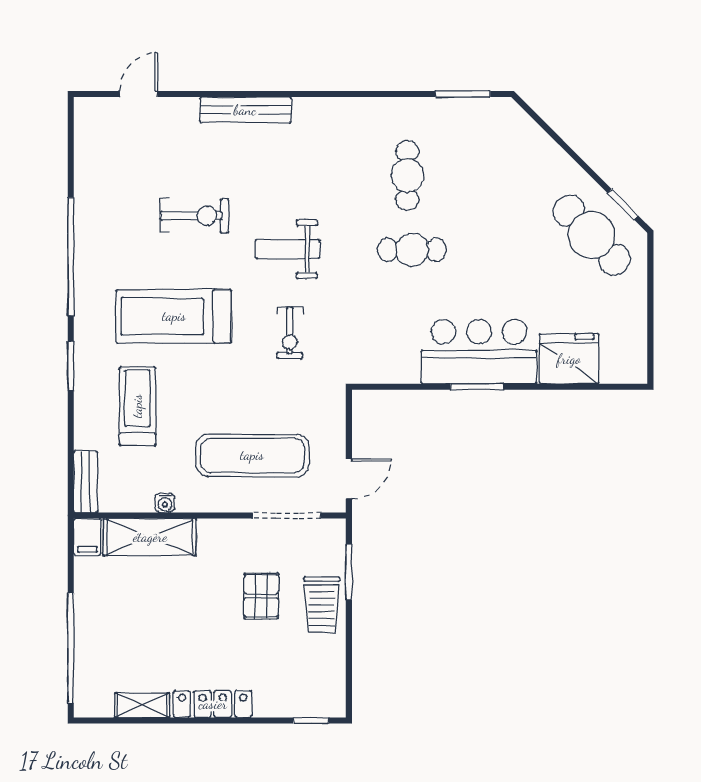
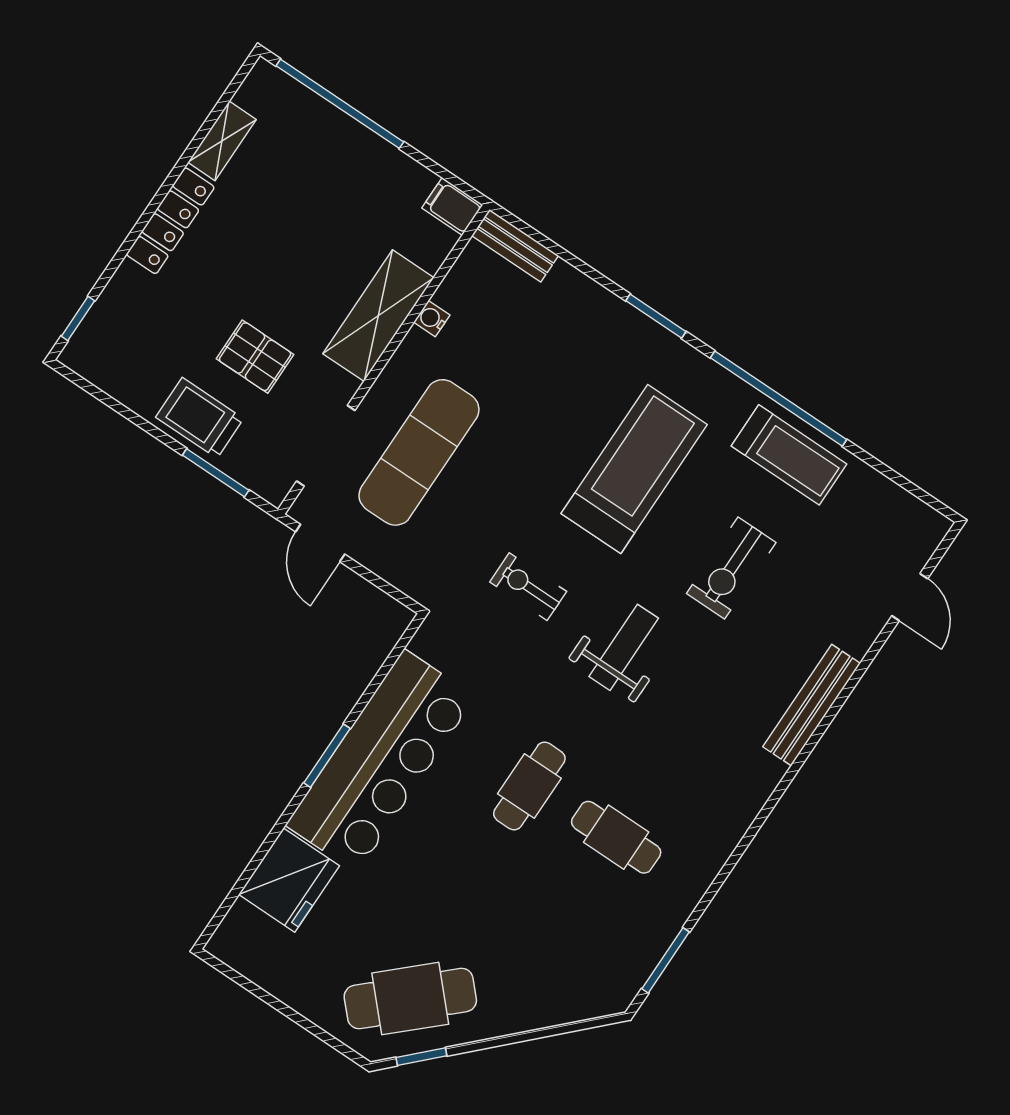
bar counter: (479, 352) -> (381, 761), width x1.36
treadmill: (137, 406) -> (789, 455), moved
shelving: (150, 537) -> (378, 316), moved

